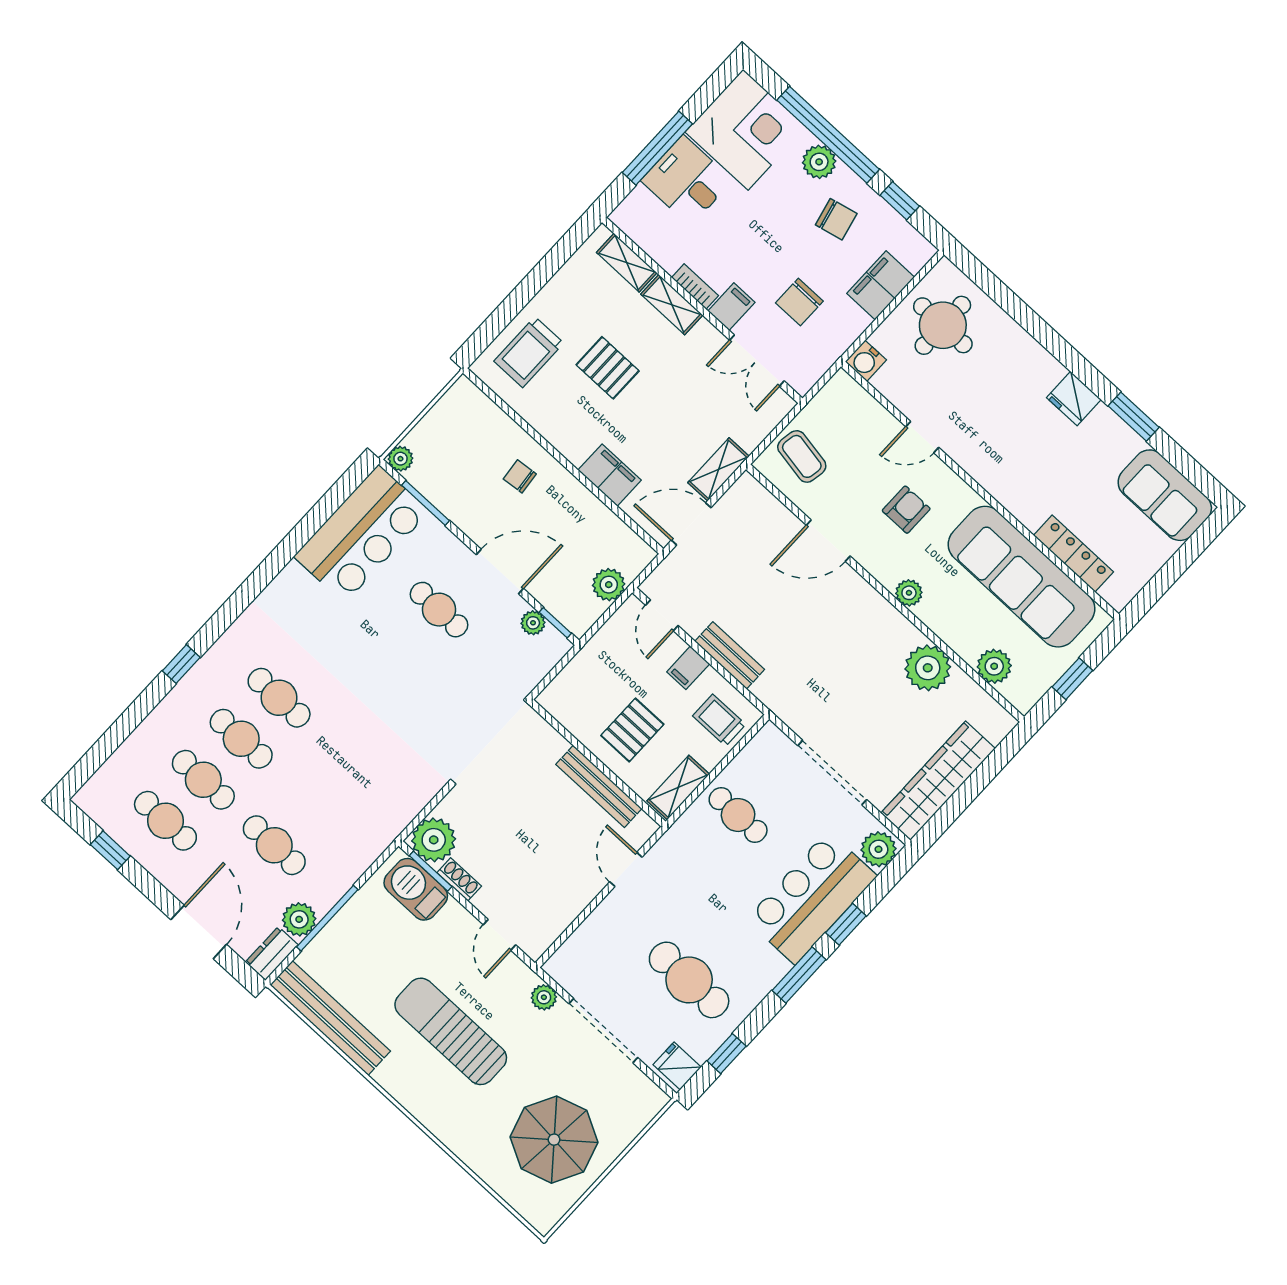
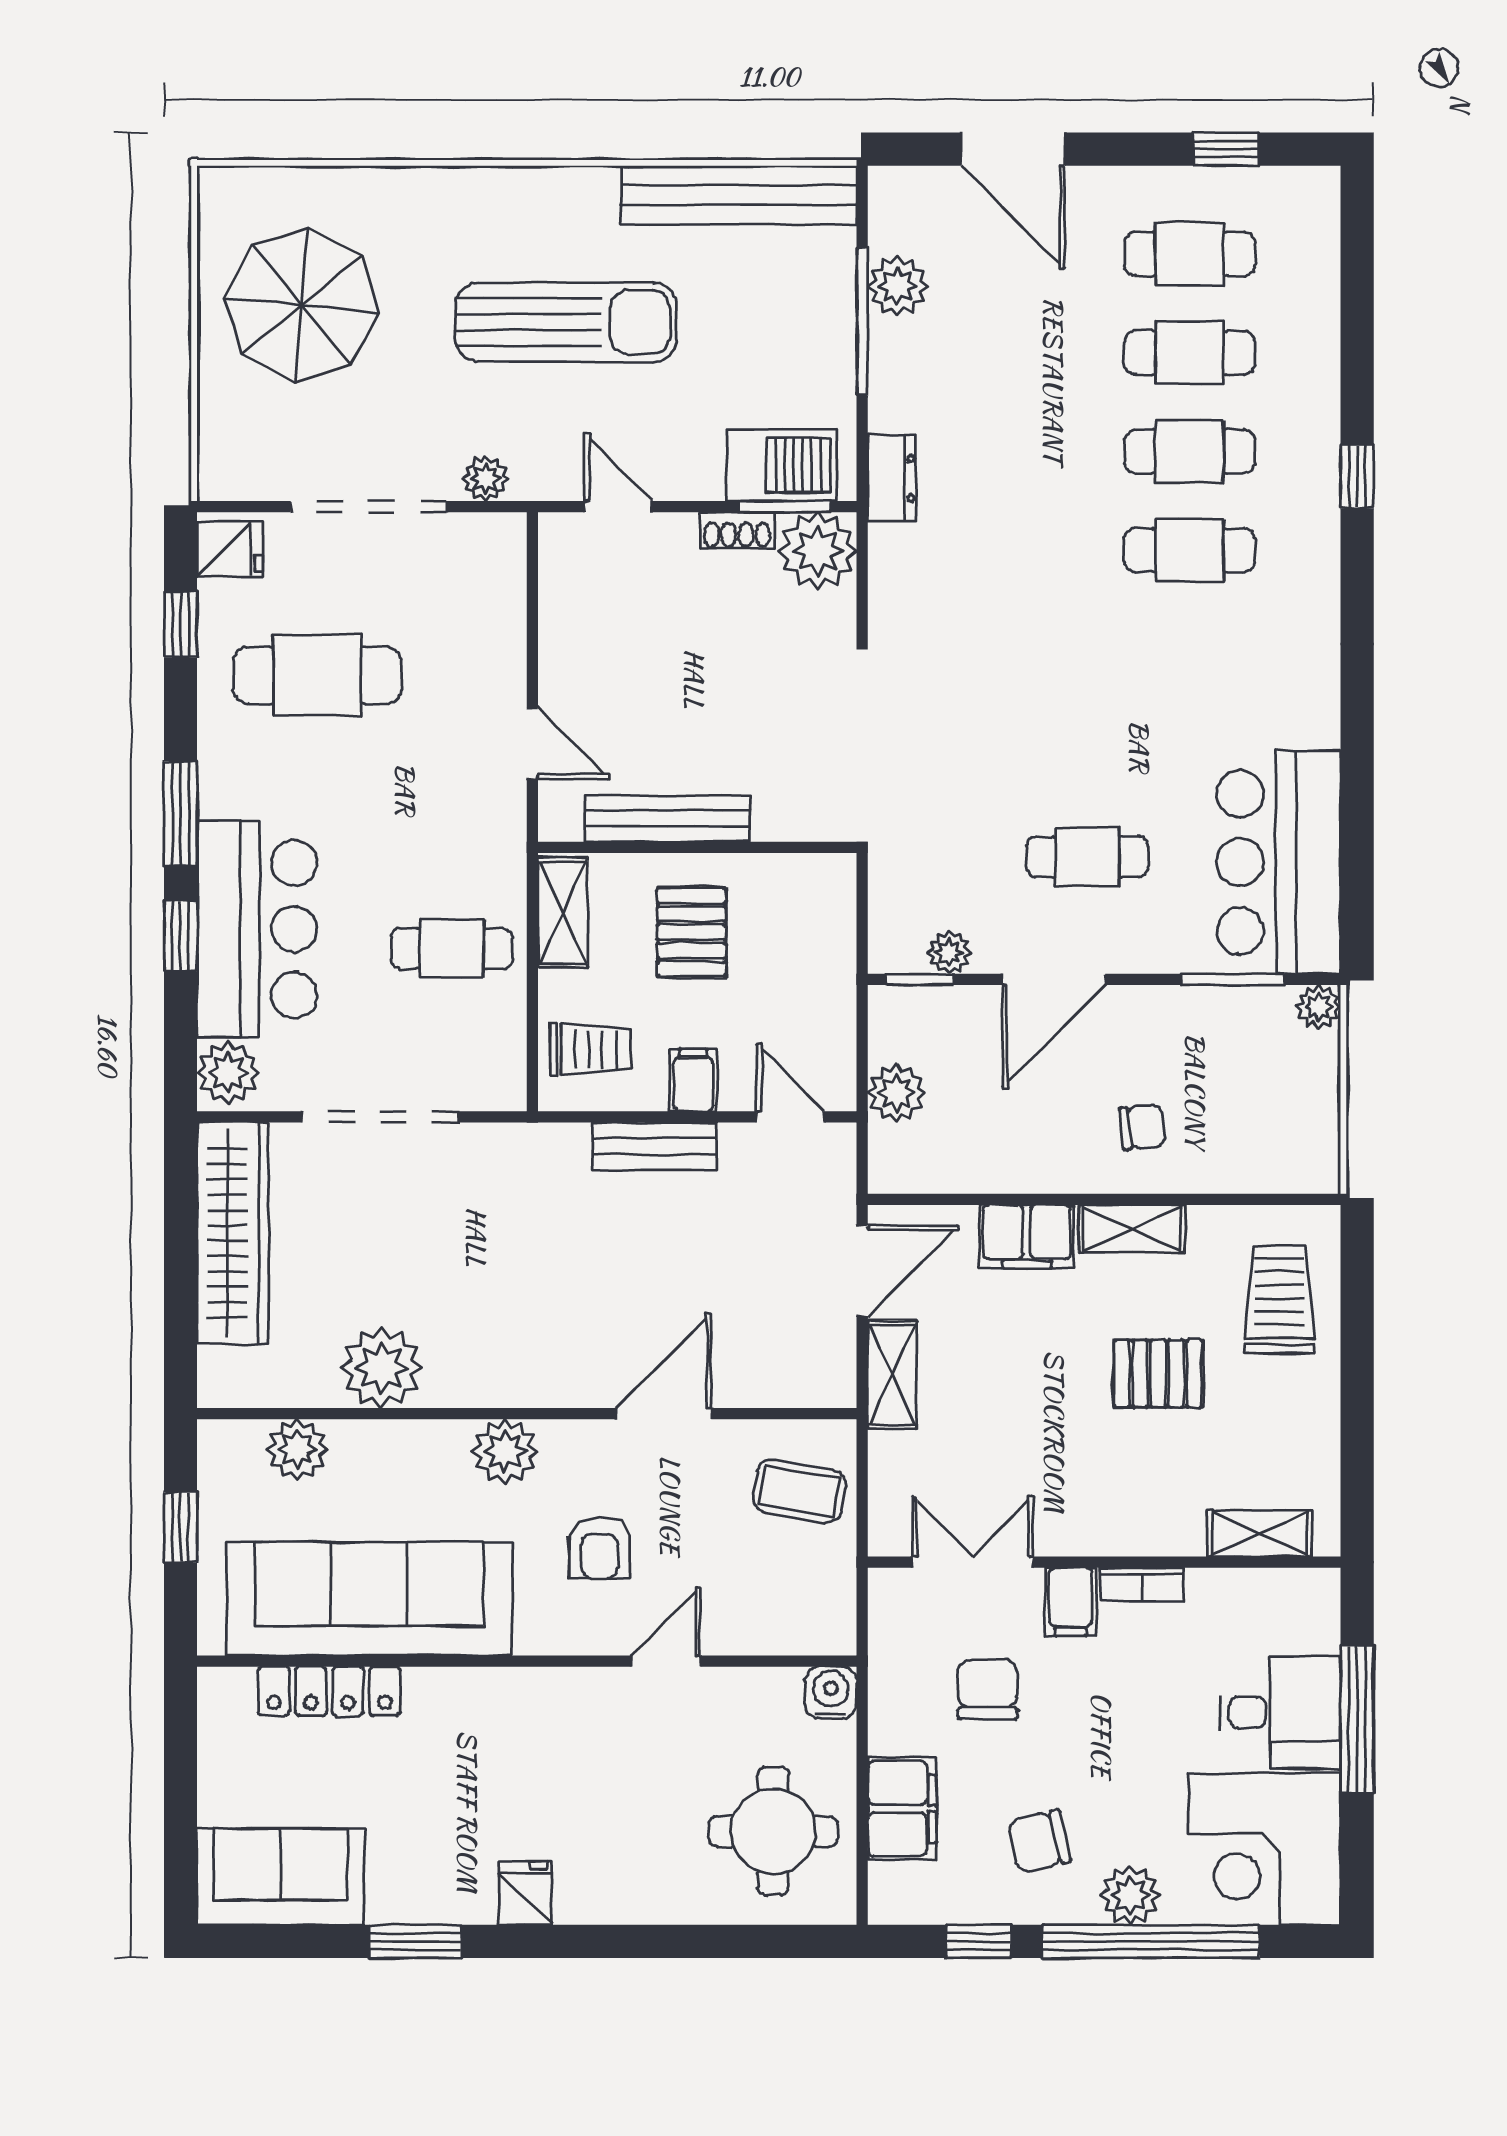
shelving: (672, 305) -> (1132, 1229), moved
fridge: (1074, 399) -> (525, 1893), width x0.72
plant: (909, 593) -> (505, 1451), width x1.38, depth x1.38
cafe table: (274, 845) -> (1019, 353), removed
dresser: (272, 954) -> (892, 478), moved

